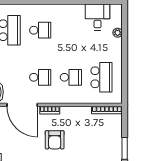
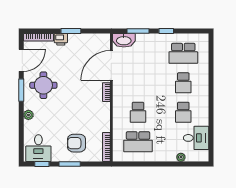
school desk: (40, 77) -> (183, 112), moved
armchair: (55, 140) -> (76, 143), moved

